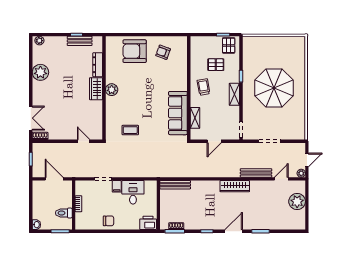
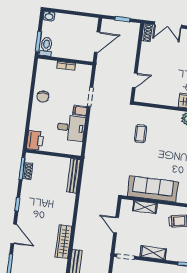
shelving: (234, 94) -> (153, 253), moved
toilet: (64, 213) -> (46, 47), moved

